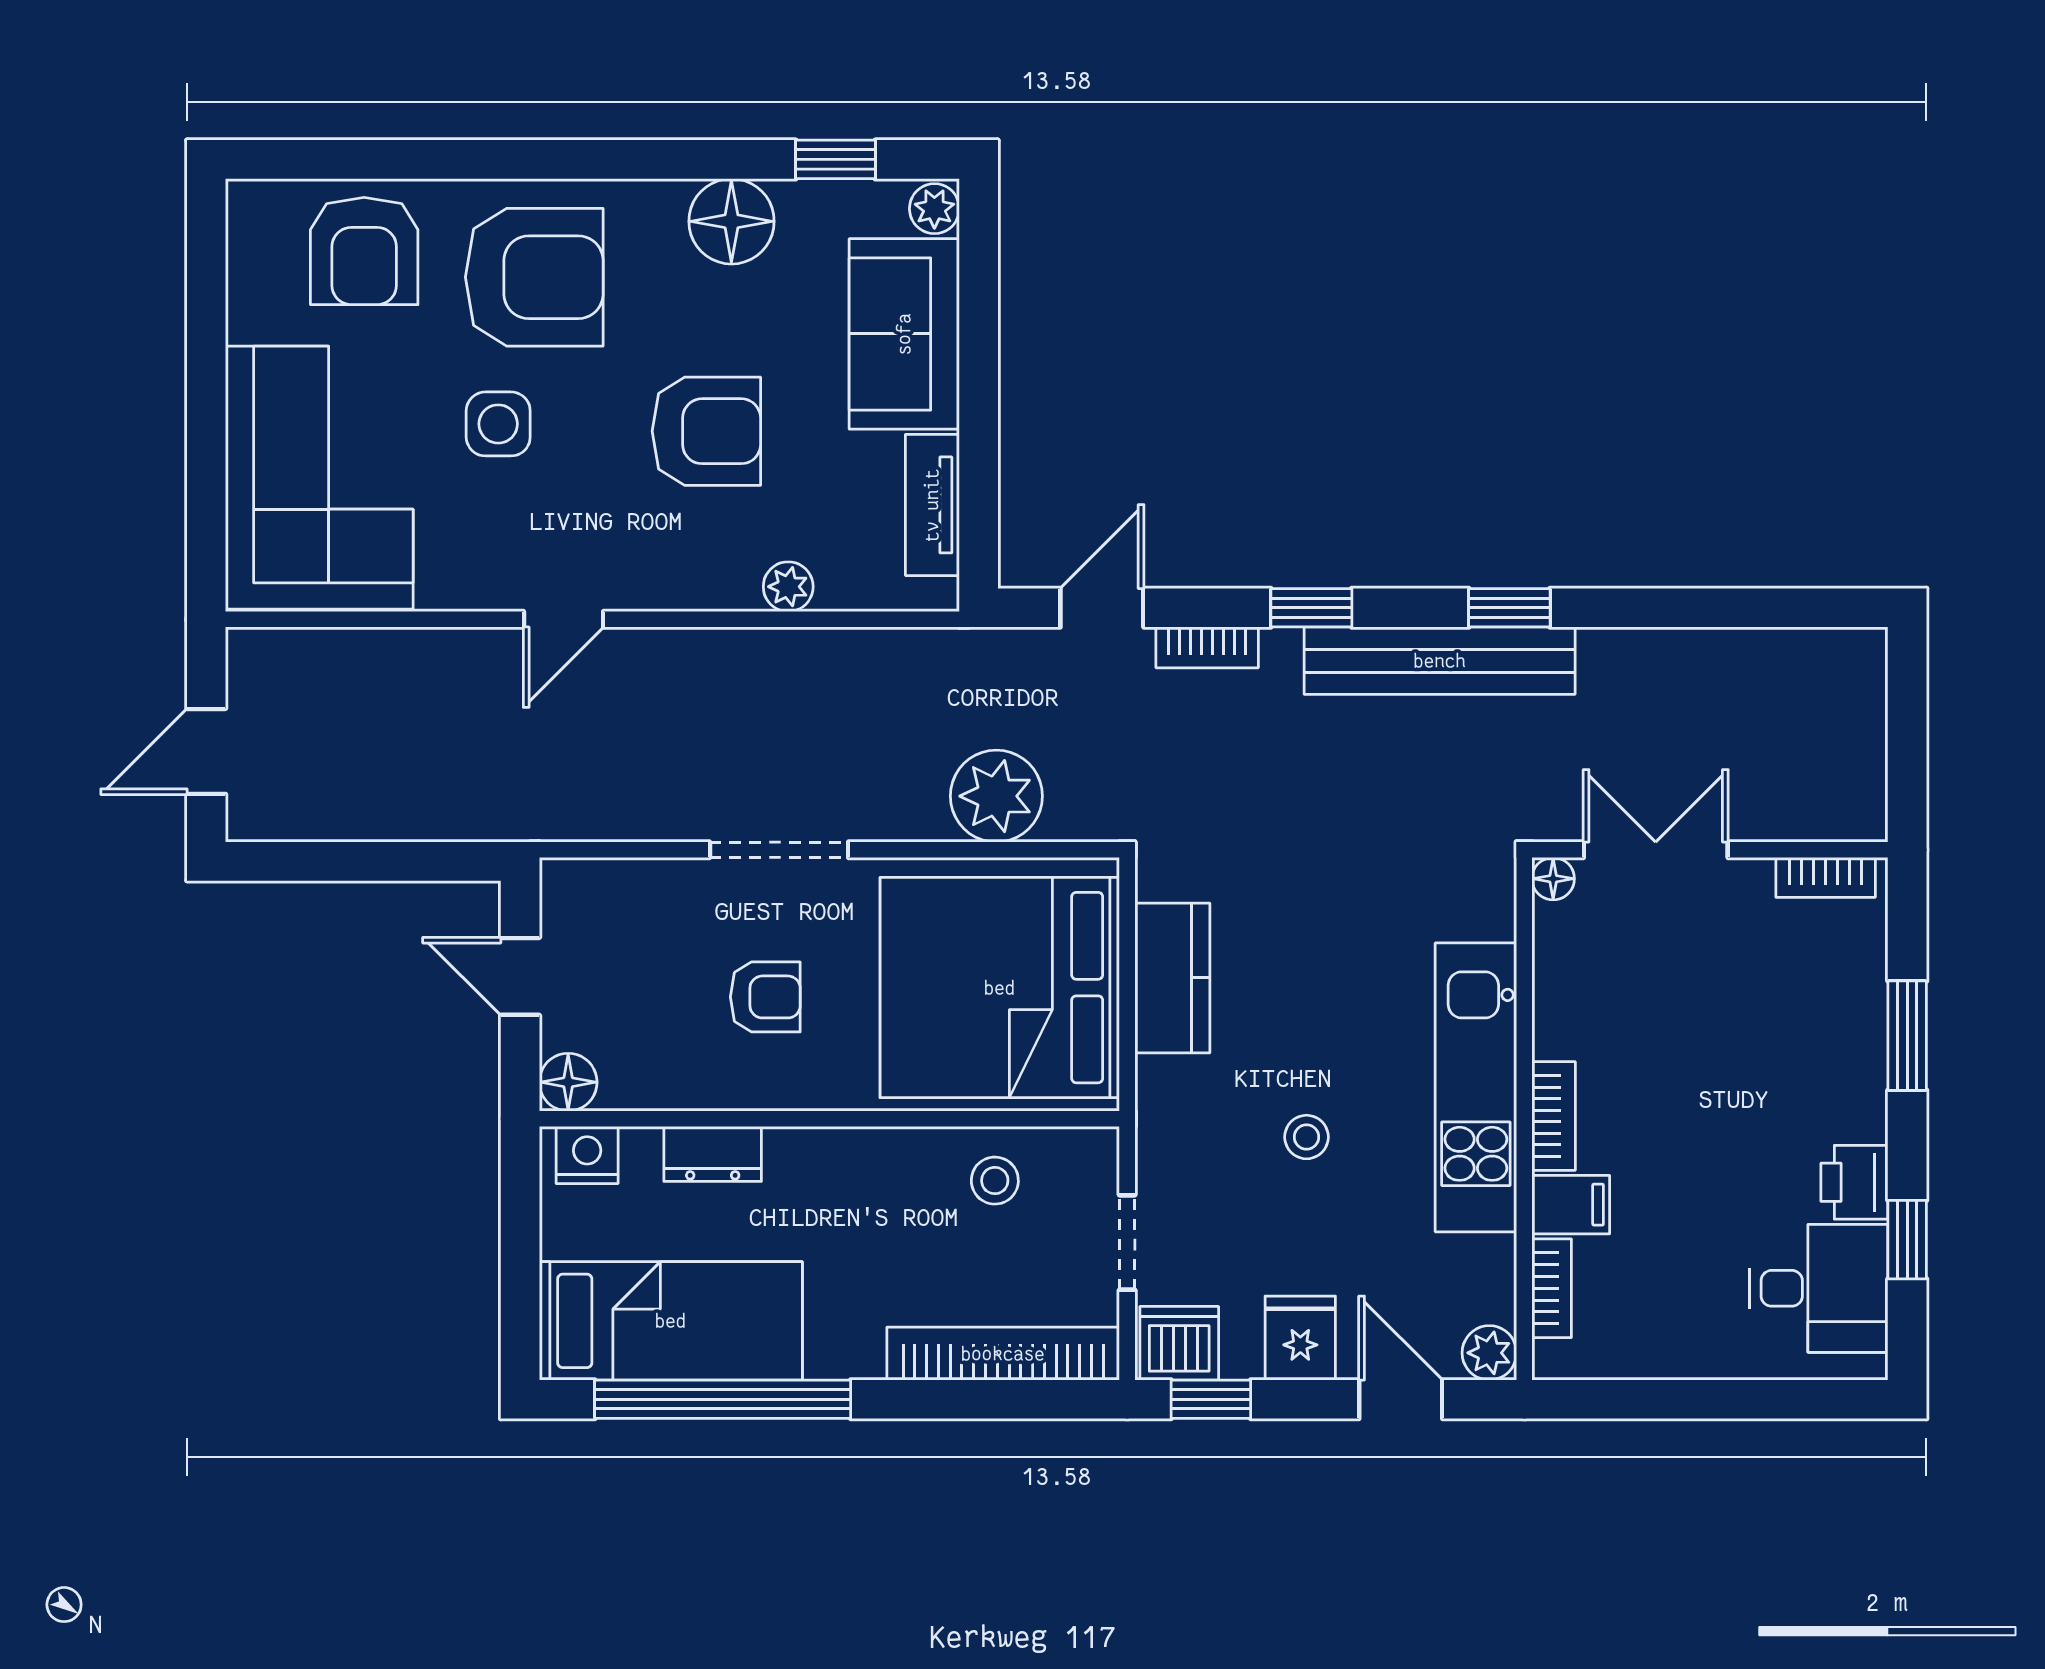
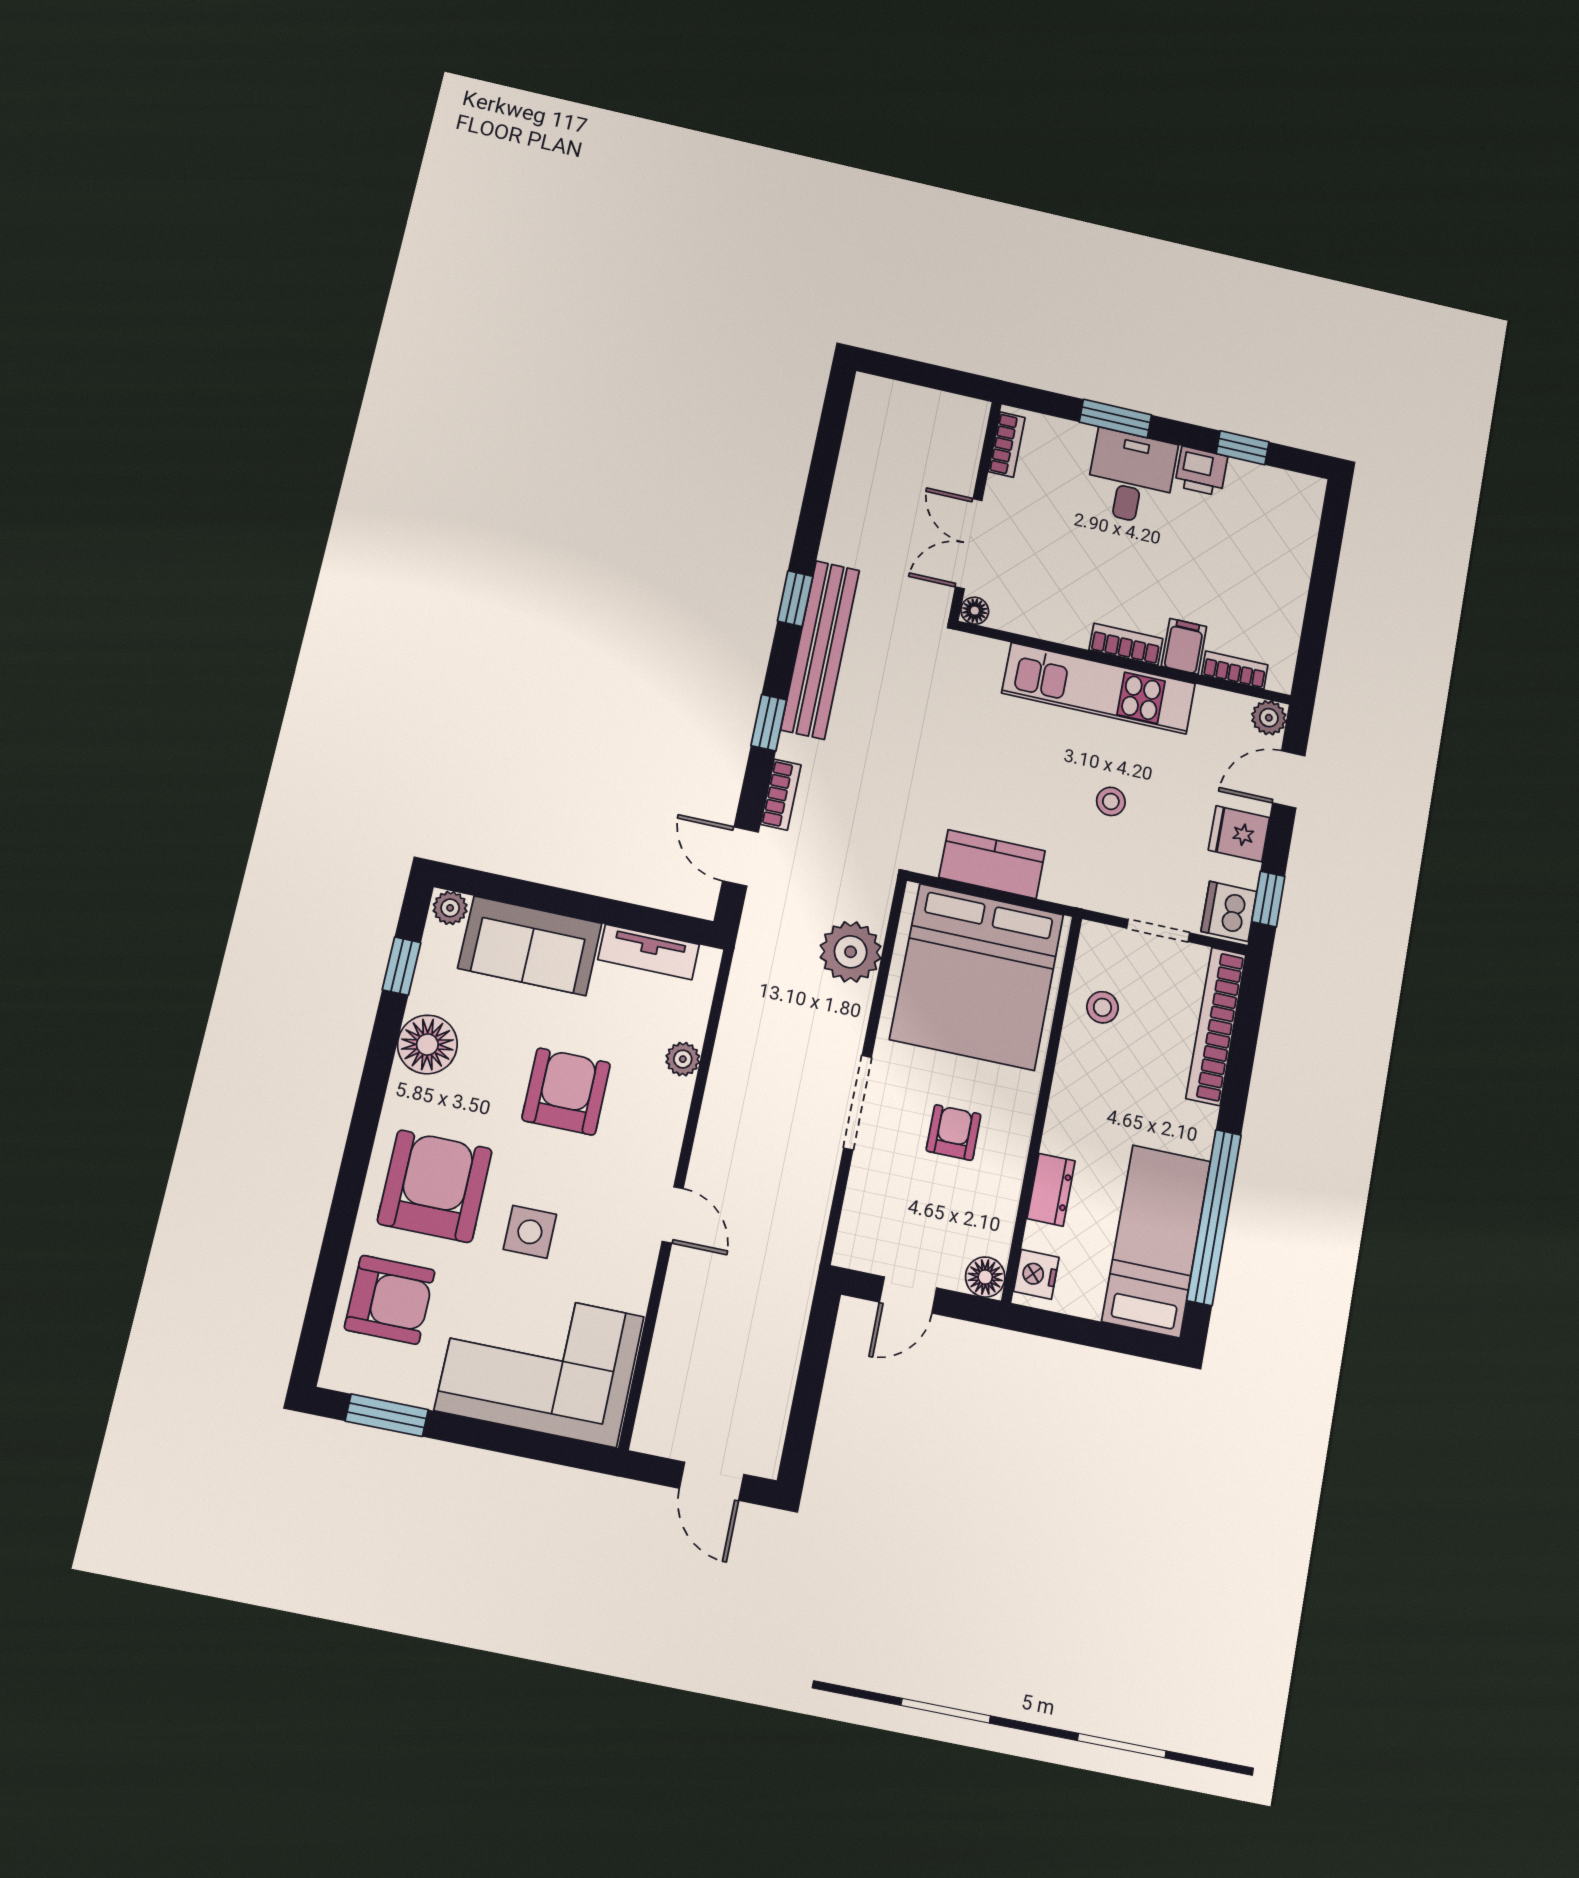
window: (206, 283) -> (387, 1415), added
desk: (1819, 1288) -> (1131, 477), moved

